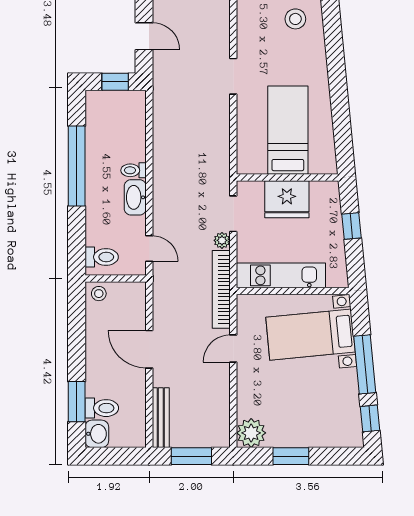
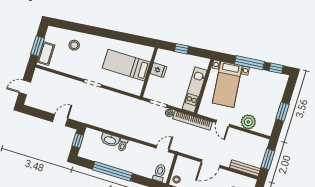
washbasin: (135, 197) -> (110, 140), moved
fridge: (287, 199) -> (158, 70), width x0.53, depth x0.75
plant: (251, 433) -> (248, 122), moved

